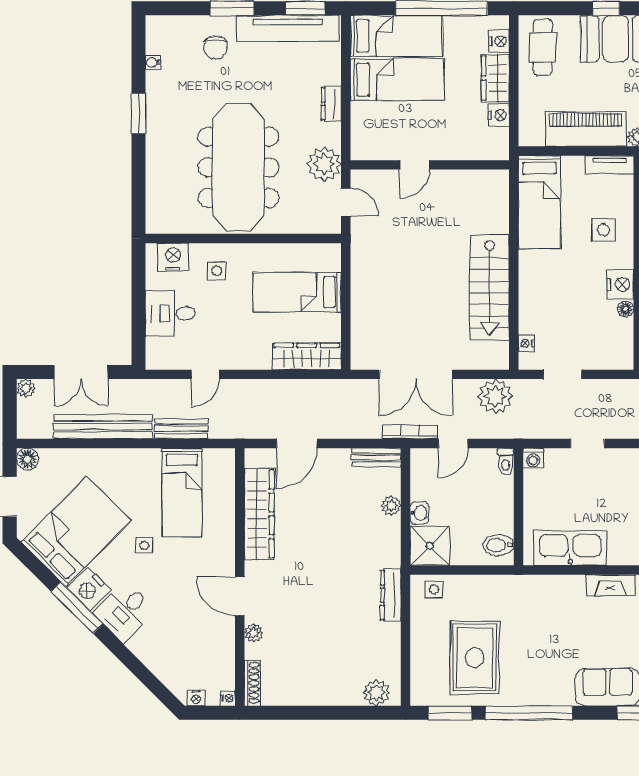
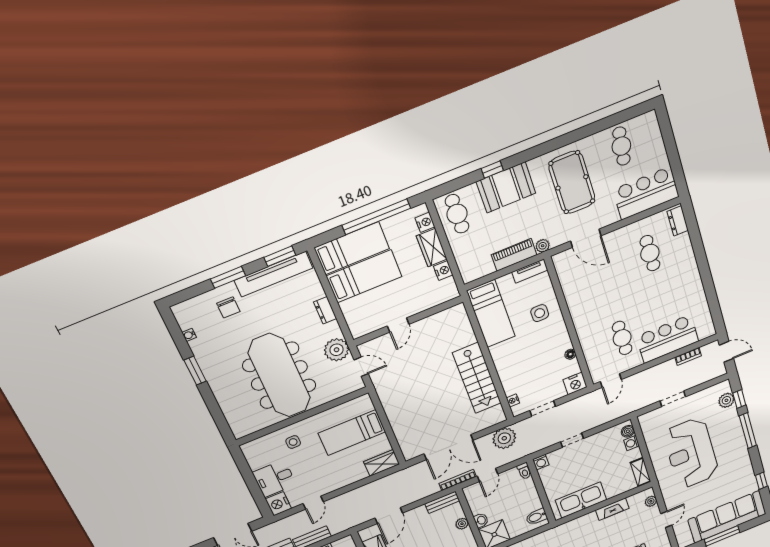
piano: (586, 129) -> (514, 255), width x0.73, depth x0.75
nightstand: (173, 257) -> (278, 504), moved, turned -90
nightstand: (620, 284) -> (575, 383), moved, turned 90
wardrobe: (307, 356) -> (382, 463), width x0.67

